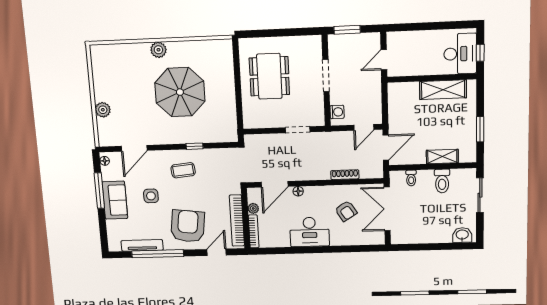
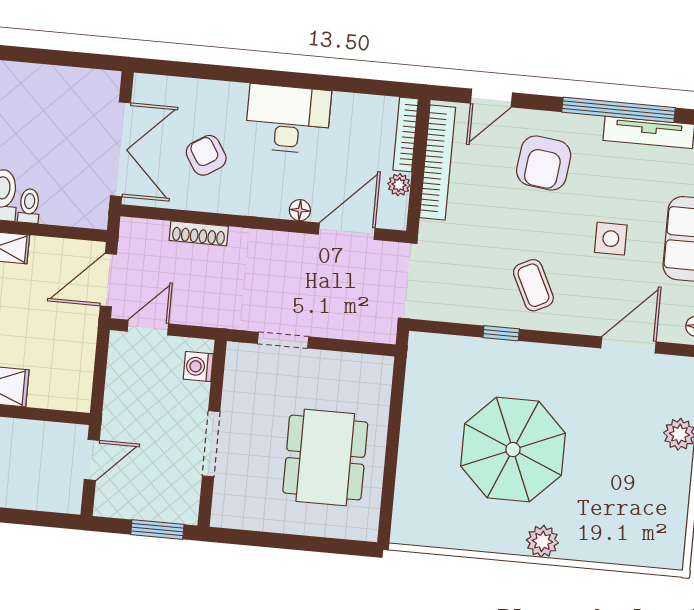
coffee table: (183, 170) -> (533, 285), turned 70
toilet: (411, 178) -> (29, 206), moved
armchair: (188, 226) -> (544, 163), width x0.73, depth x0.73

